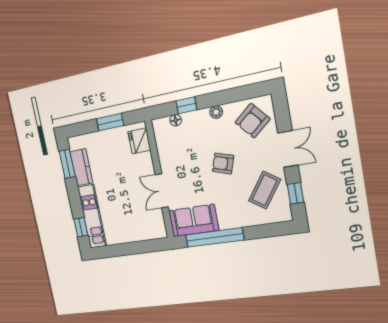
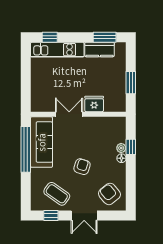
plant: (216, 112) -> (121, 148), moved
floor lamp: (176, 120) -> (121, 158), moved
fridge: (139, 141) -> (94, 104), moved
sofa: (194, 221) -> (42, 142), width x1.36

